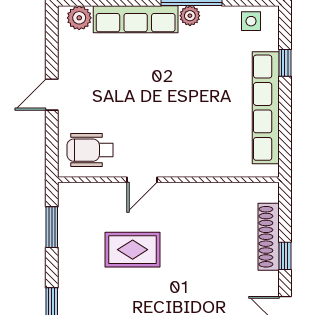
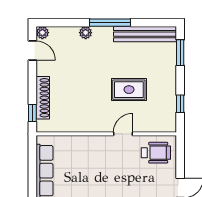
window: (52, 227) -> (180, 104), width x0.67
window: (285, 256) -> (32, 113), moved

